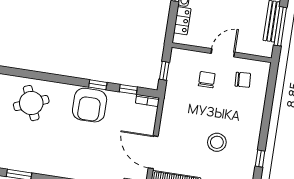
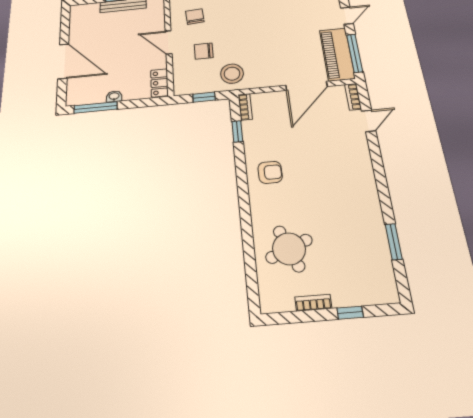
locker: (182, 21) -> (159, 83), moved, turned -90
window: (98, 85) -> (241, 169), removed
armchair: (90, 105) -> (270, 172), width x0.53, depth x0.53
stool: (217, 142) -> (232, 74), moved

